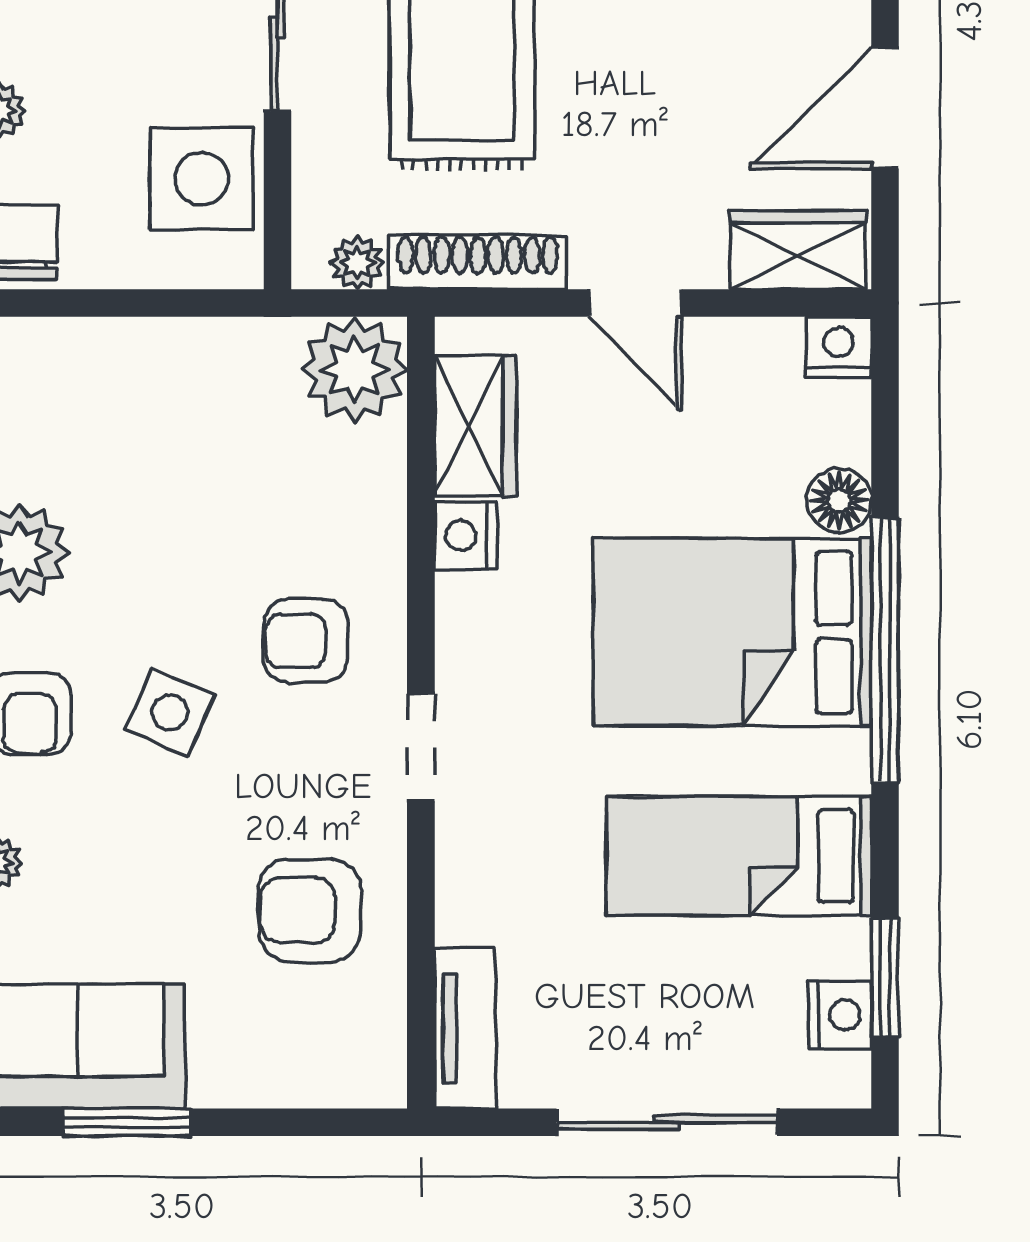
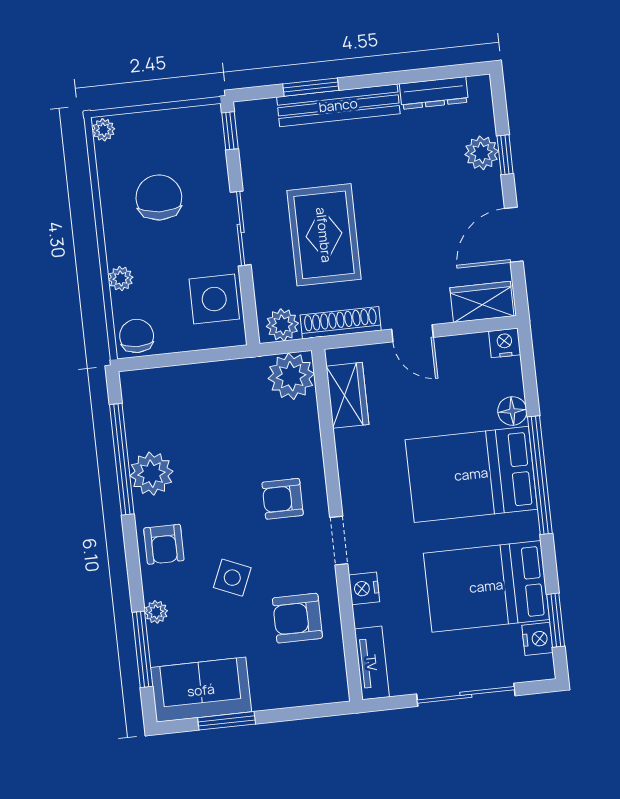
plant: (357, 263) -> (282, 325), width x1.38, depth x1.38
nightstand: (466, 536) -> (364, 588), moved
side table: (170, 712) -> (232, 578), moved
bed: (739, 856) -> (486, 586), width x1.50

